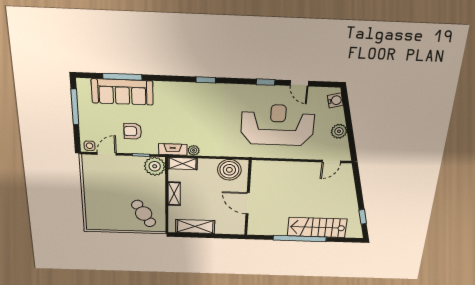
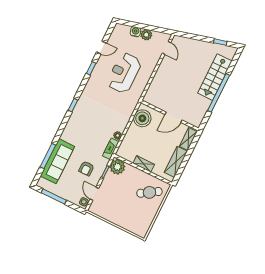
water cooler: (335, 100) -> (135, 32), moved
reception desk: (277, 125) -> (124, 73), width x0.74, depth x0.77
shelving: (183, 164) -> (188, 139), moved

